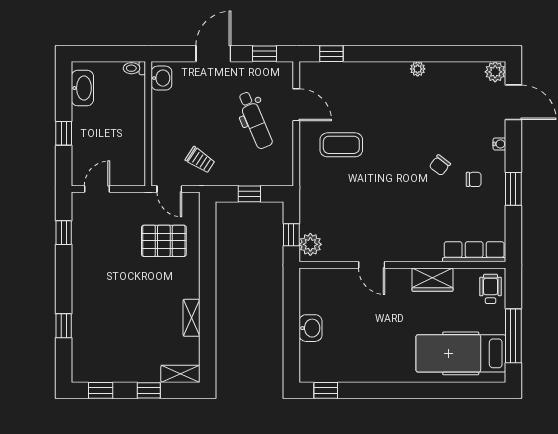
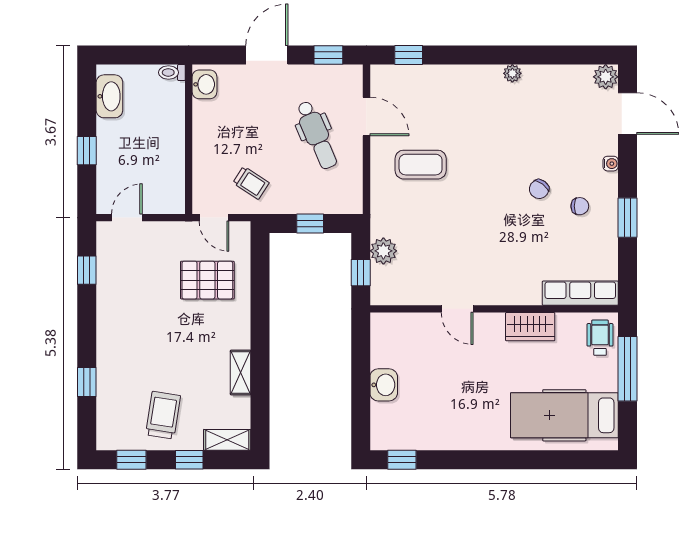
plant: (310, 244) -> (383, 251), moved
window: (513, 336) -> (627, 369), moved
trolley: (127, 353) -> (163, 415), added

